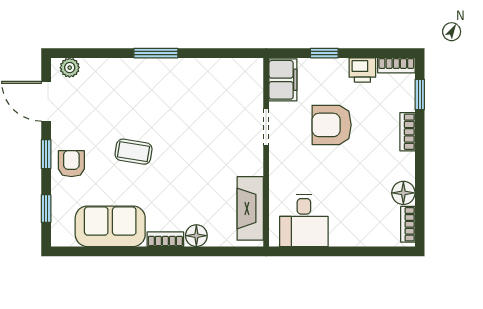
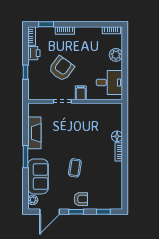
filing cabinet: (283, 80) -> (81, 93), moved, width x0.50
armchair: (332, 125) -> (61, 69), turned -144
armchair: (71, 164) -> (81, 199), turned 180
floor lamp: (403, 193) -> (96, 33), removed
fireplace: (250, 208) -> (34, 133), moved, turned -90
sofa: (110, 226) -> (38, 176), moved, turned 180
plant: (359, 233) -> (116, 55), added

